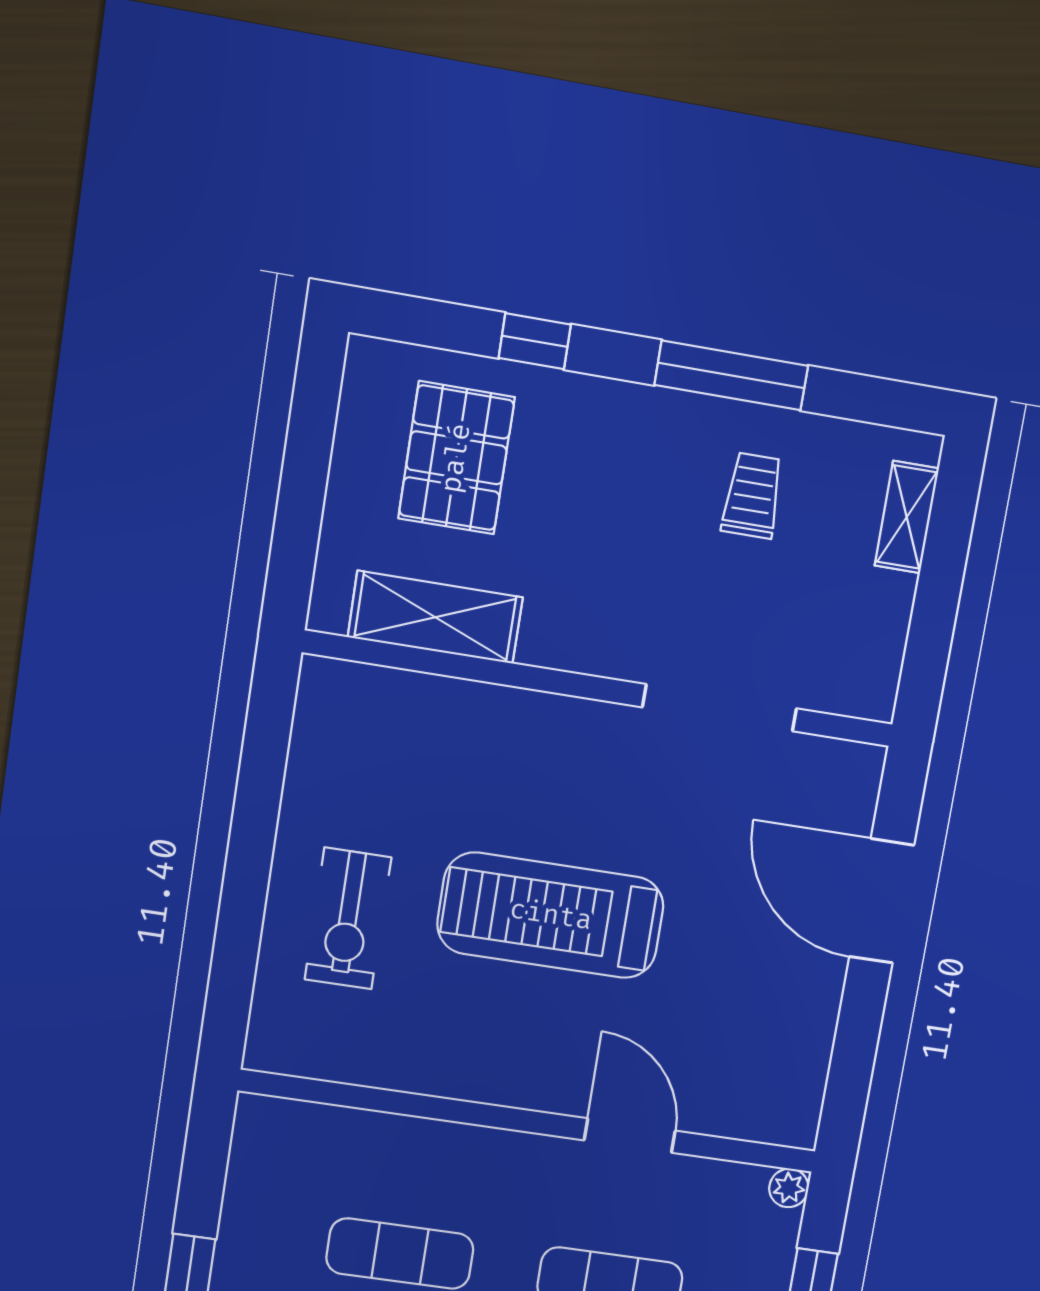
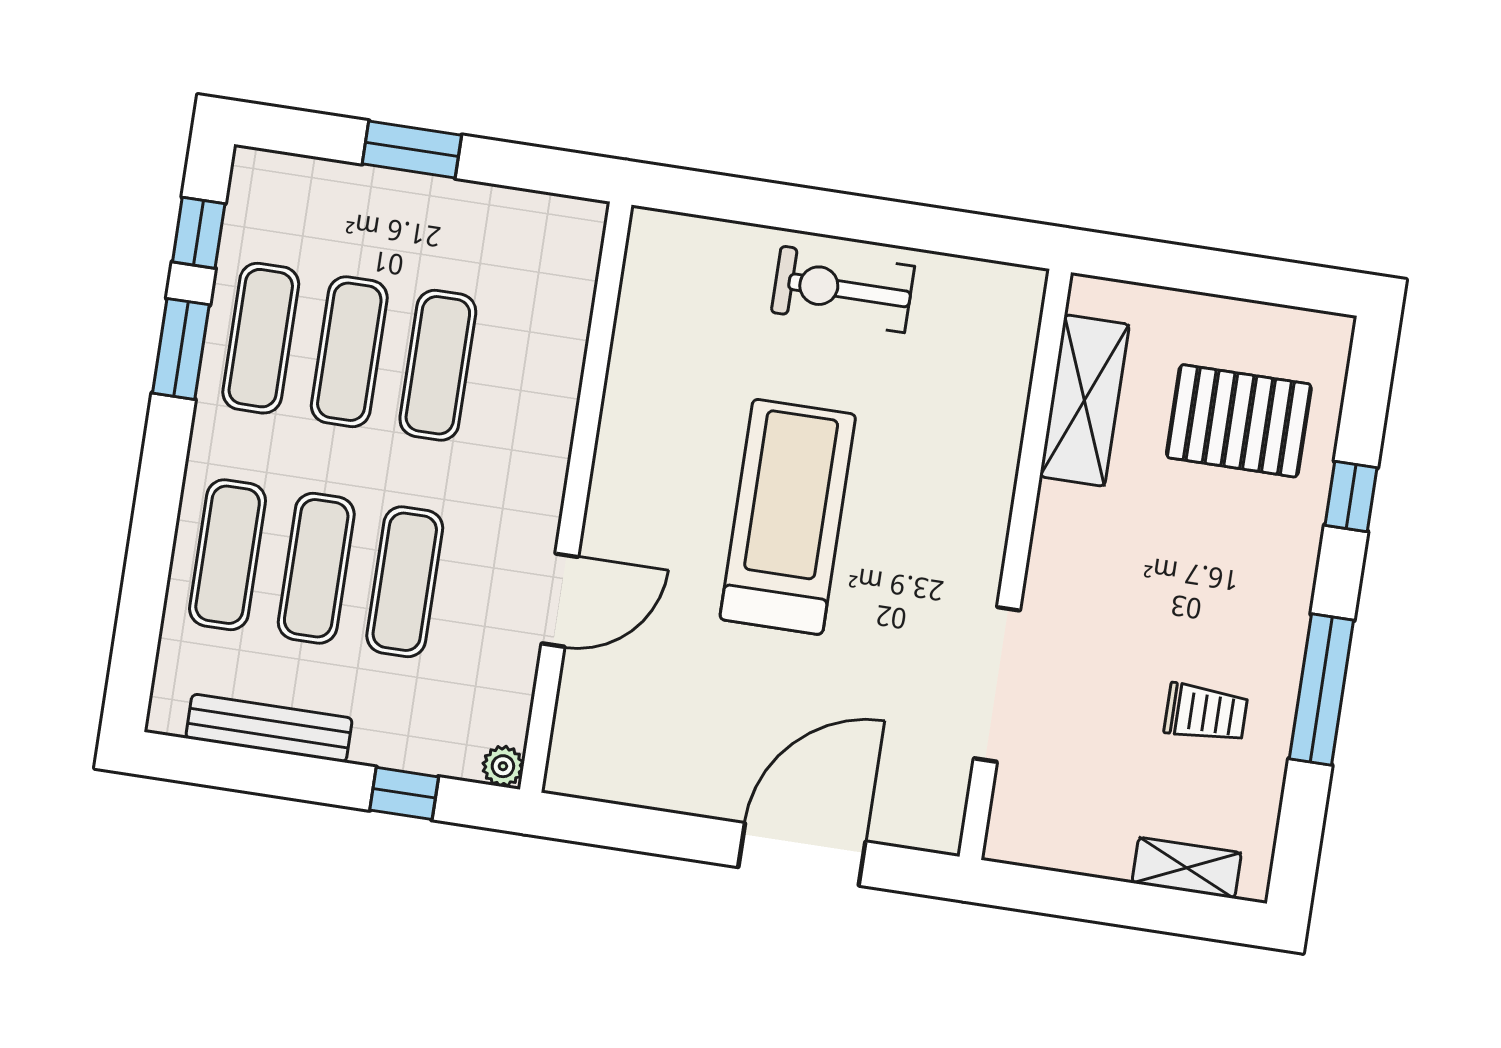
exercise bike: (348, 919) -> (843, 289), moved

